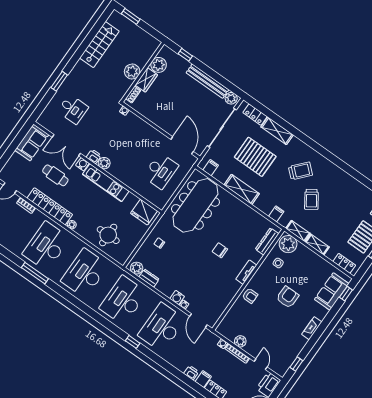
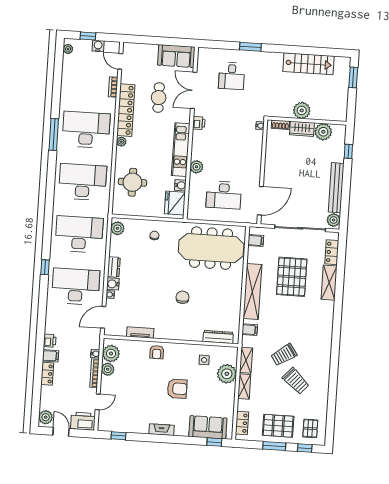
plant: (104, 163) -> (197, 167), moved
water cooler: (82, 164) -> (180, 185), moved
trolley: (300, 171) -> (296, 381), moved
shelving: (242, 189) -> (252, 291), width x1.47
plant: (288, 244) -> (227, 374), moved
tv unit: (246, 272) -> (140, 332), moved
dresser: (149, 278) -> (114, 267), moved
plant: (230, 332) -> (111, 354), added

